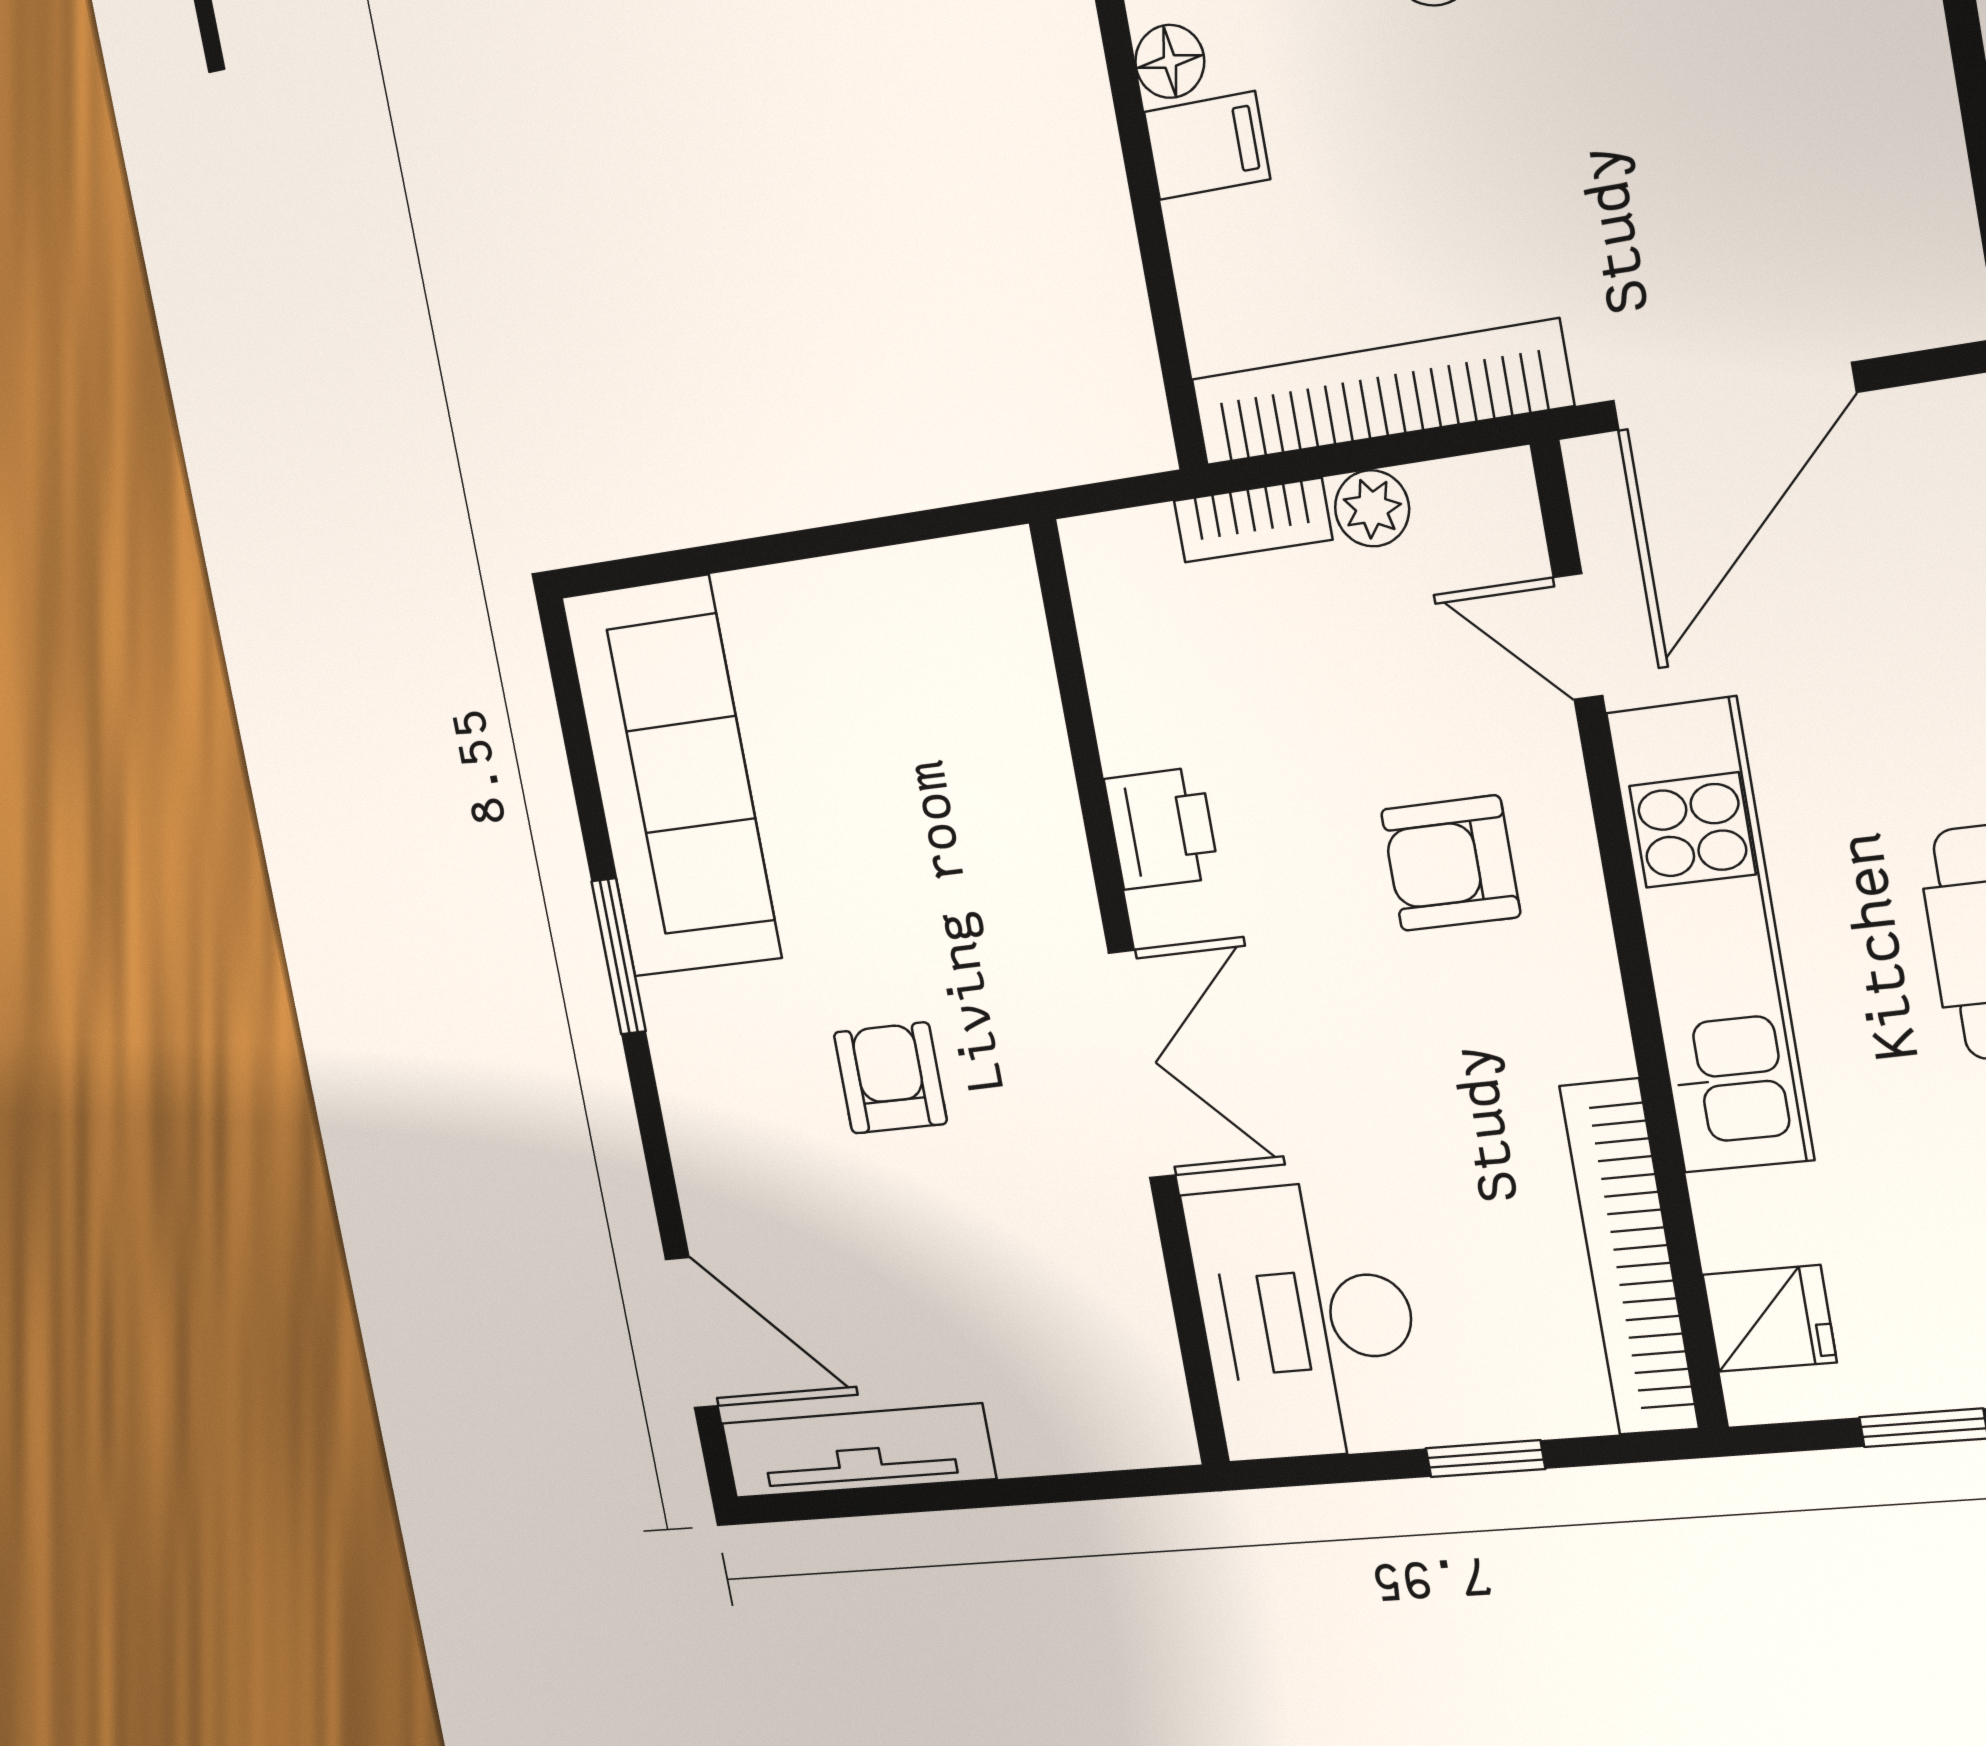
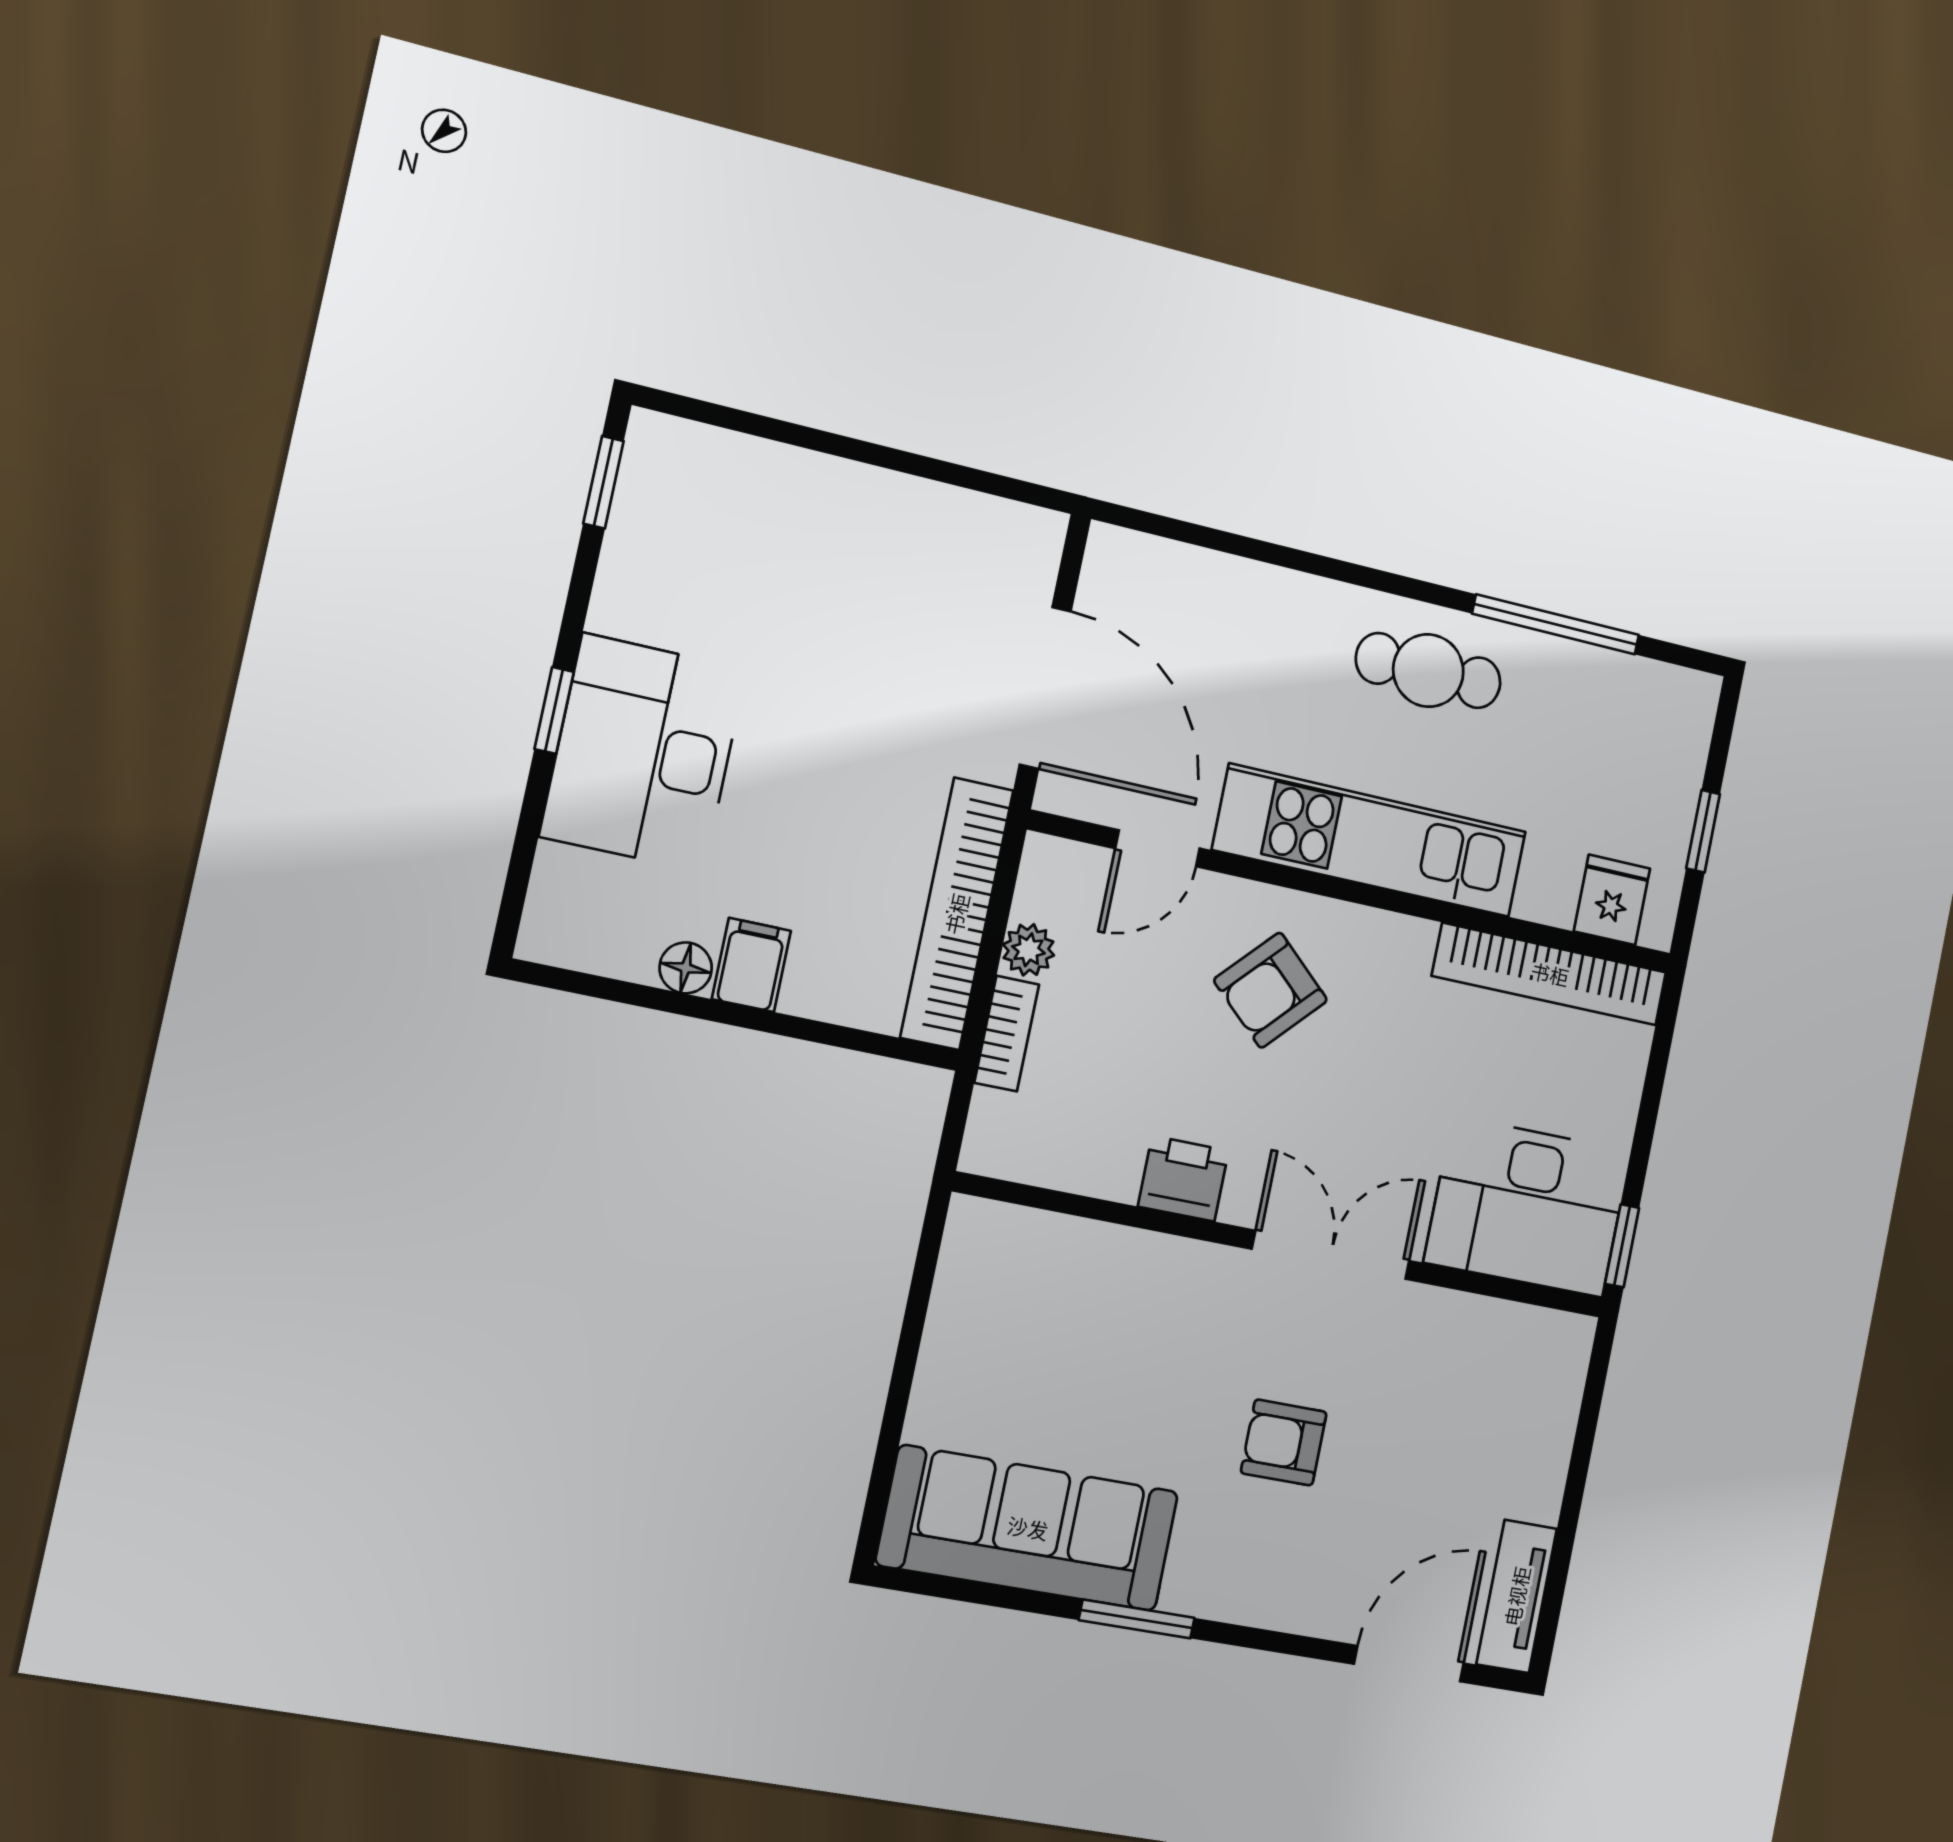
armchair: (1451, 863) -> (1271, 990), turned 43
tv unit: (858, 1451) -> (1517, 1596), width x0.71
window: (1485, 1459) -> (1622, 1246), moved

